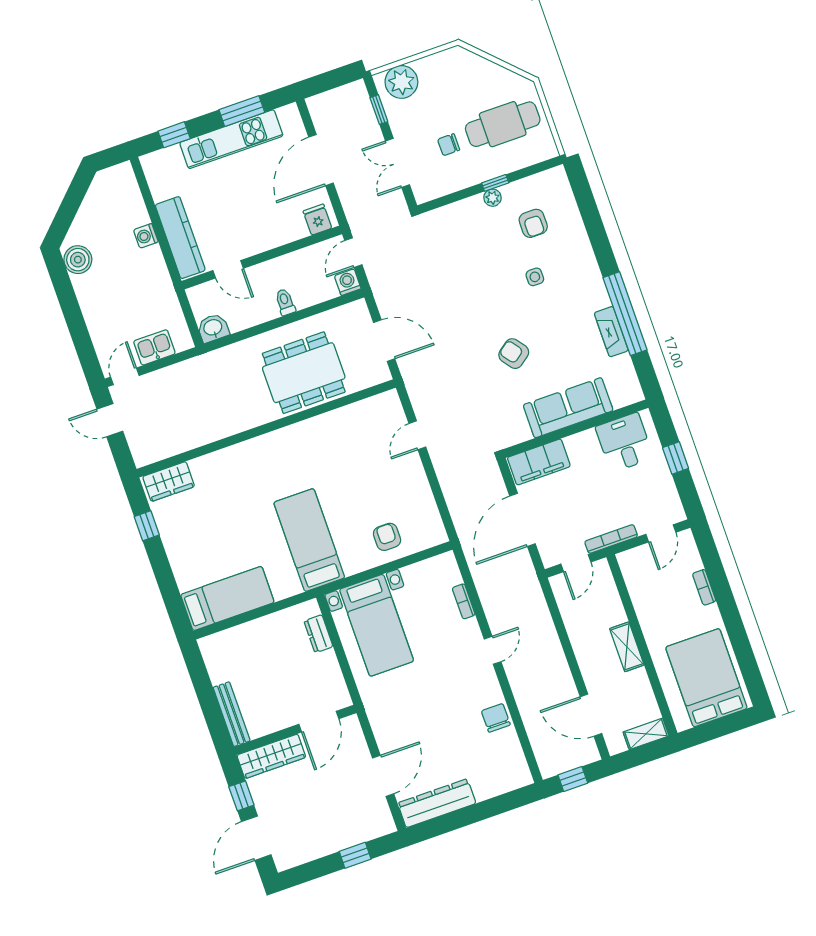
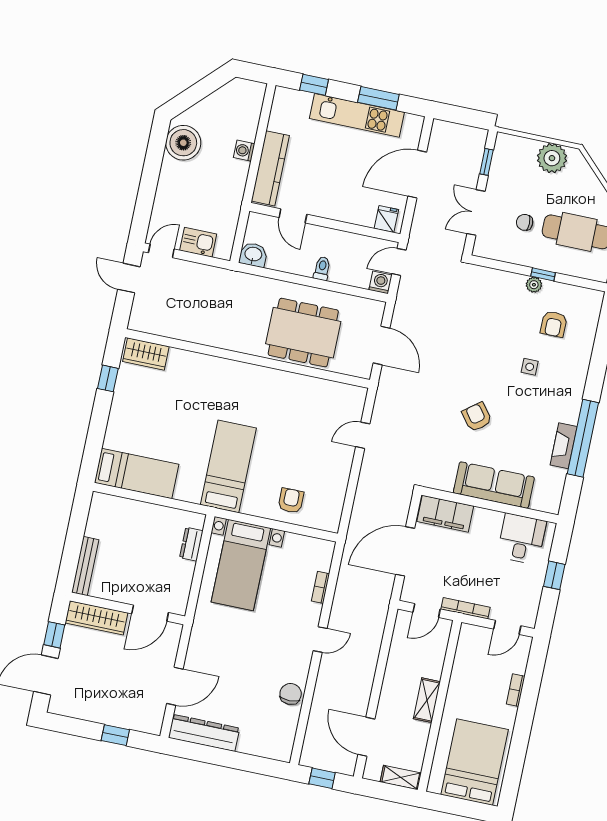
plant: (401, 82) -> (552, 158), moved
boiler: (78, 260) -> (183, 143), width x1.37, depth x1.37

